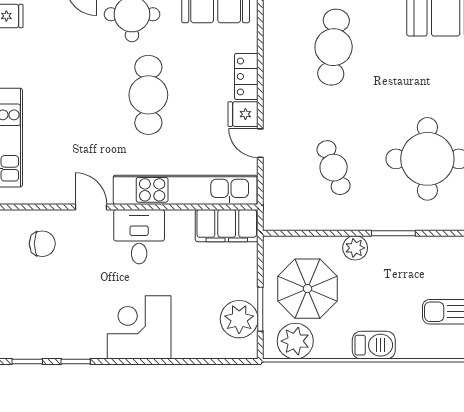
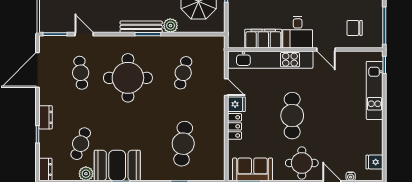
cafe table: (334, 168) -> (183, 73), turned 36
filing cabinet: (227, 226) -> (263, 39), moved
bench: (405, 246) -> (141, 27), added

